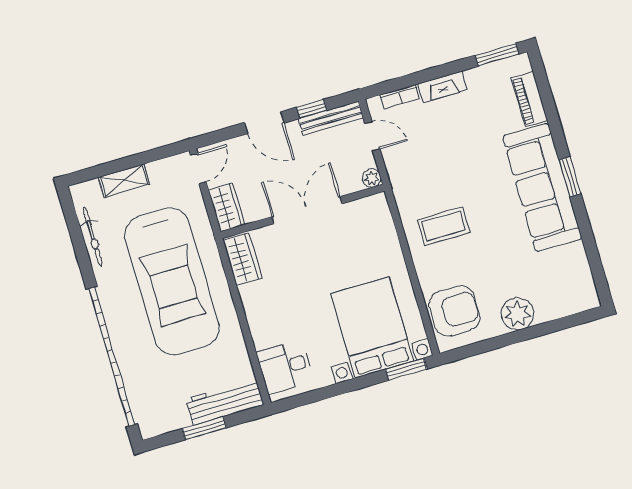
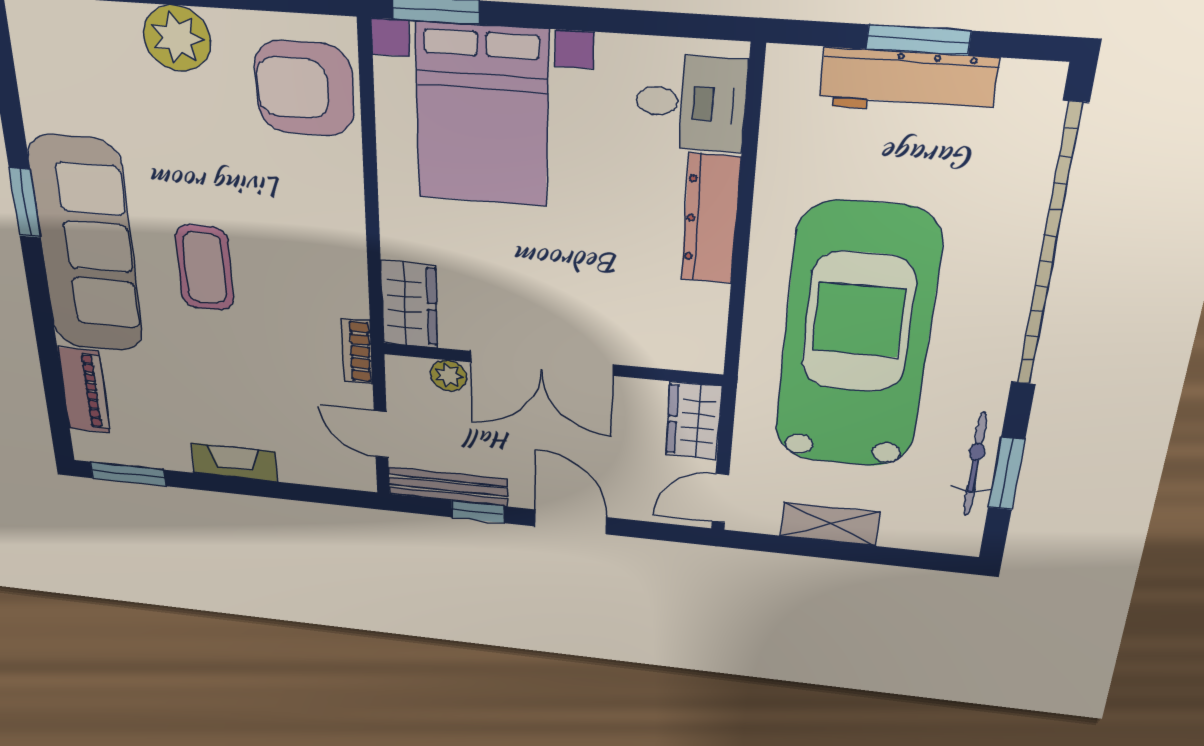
bookcase: (400, 97) -> (357, 351), moved, turned -90
window: (570, 177) -> (25, 203), moved
plant: (372, 178) -> (449, 376), moved
shelving: (124, 181) -> (830, 524), moved
coffee table: (444, 226) -> (205, 268), moved, turned 90
window: (77, 238) -> (1006, 474), added
wardrobe: (243, 259) -> (409, 305), moved, turned 180
dresser: (257, 316) -> (711, 219), added
workbench: (225, 402) -> (908, 82), moved

